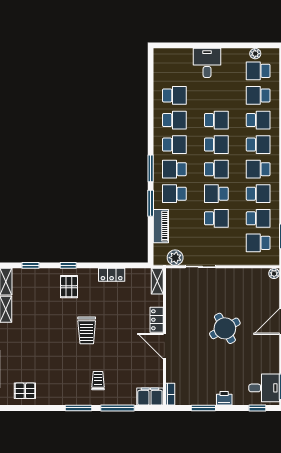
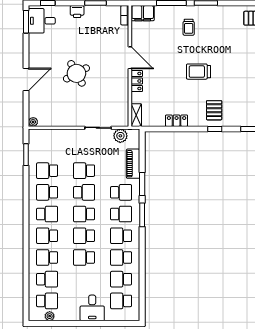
school desk: (258, 243) -> (121, 301), moved, turned 180
trolley: (87, 330) -> (199, 72), turned -90

